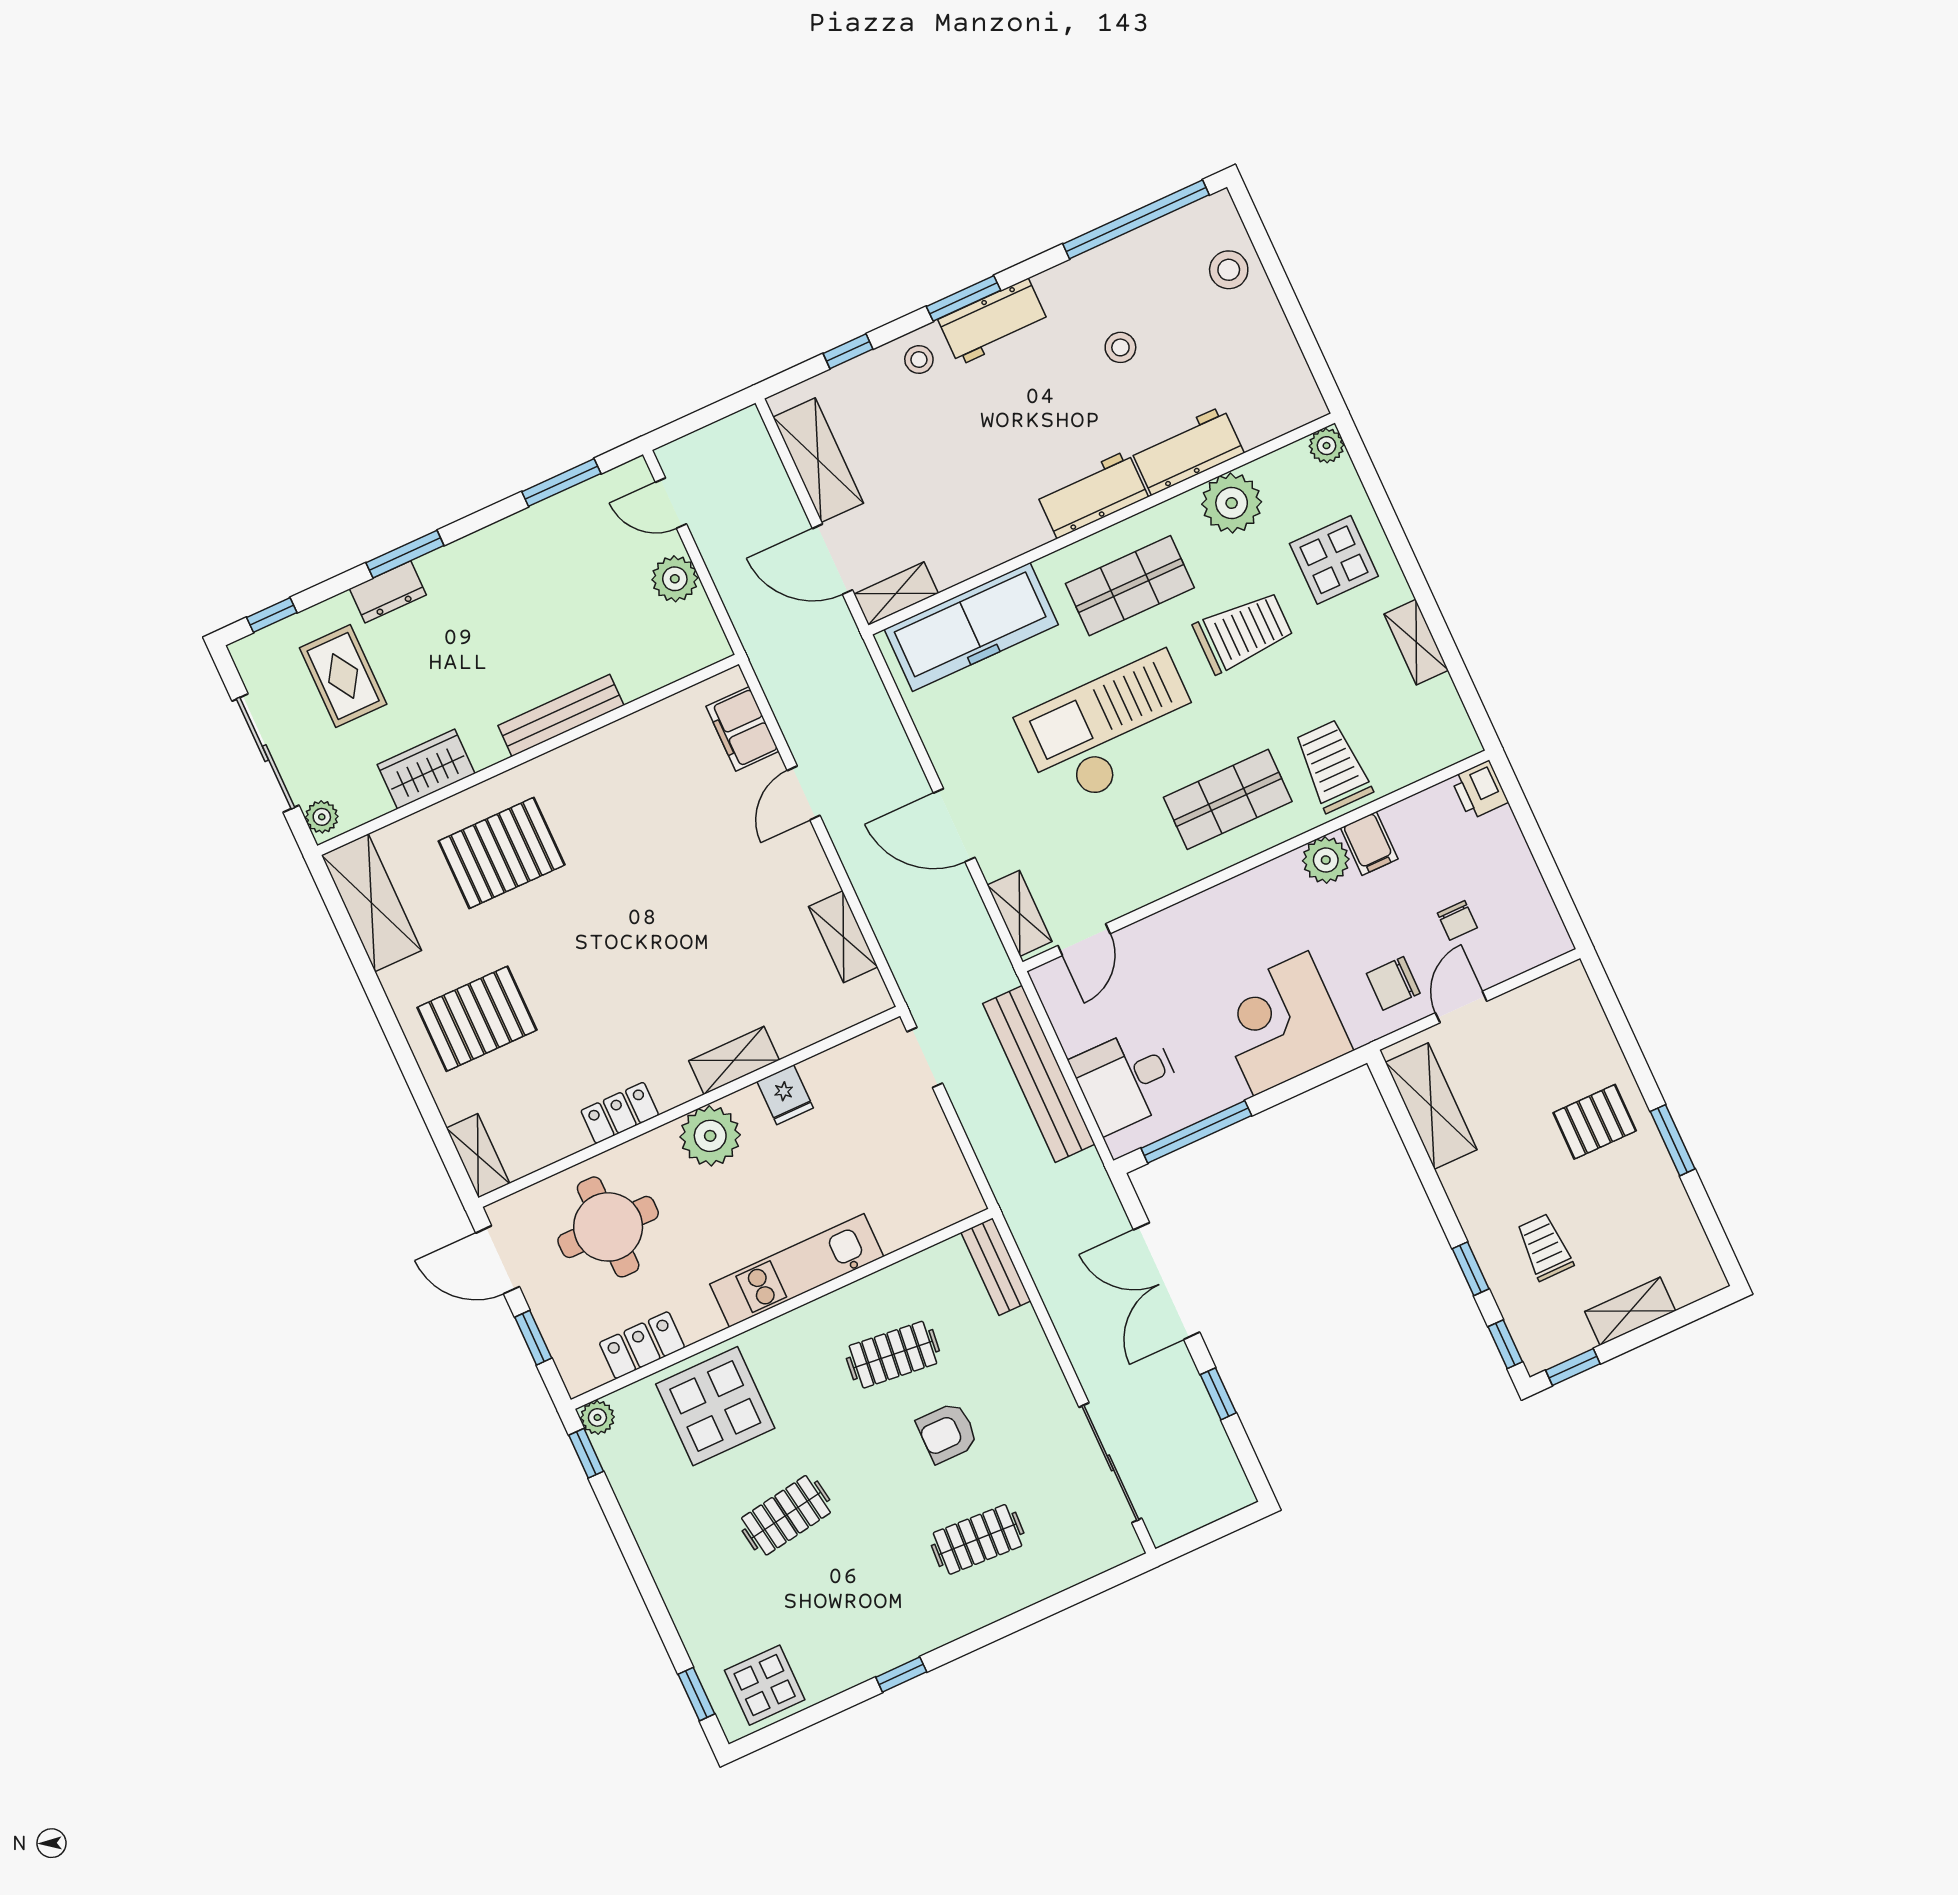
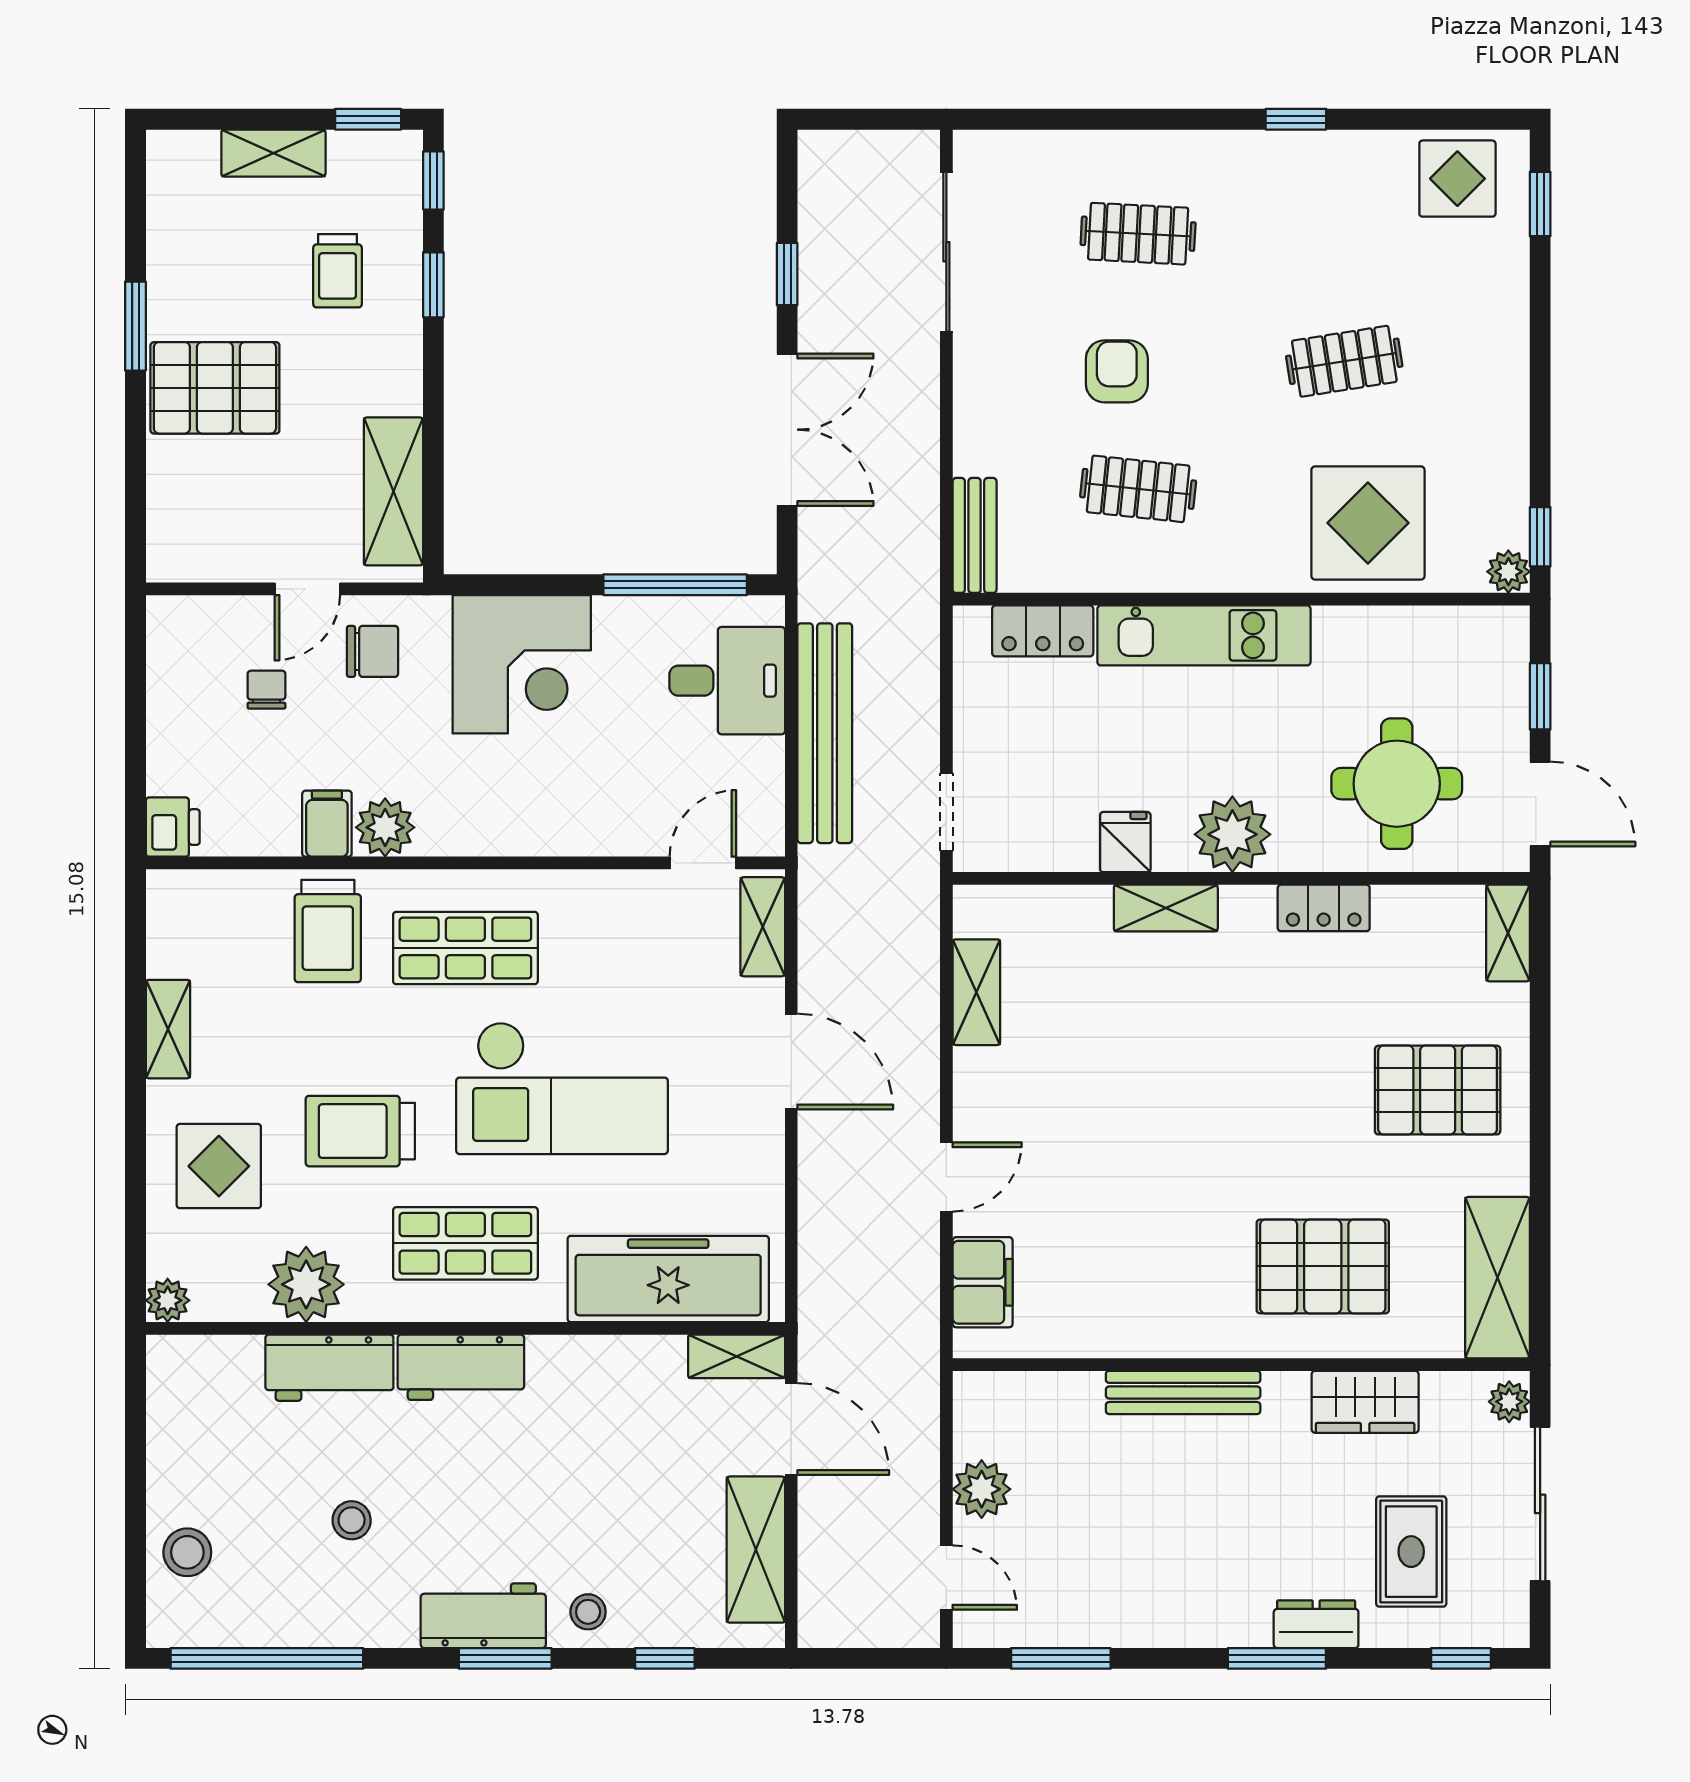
pallet: (1595, 1122) -> (215, 388), width x1.50, depth x1.42
locker: (642, 1345) -> (1043, 631), moved
armchair: (947, 1433) -> (1117, 371), turned -90

